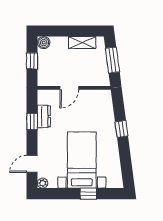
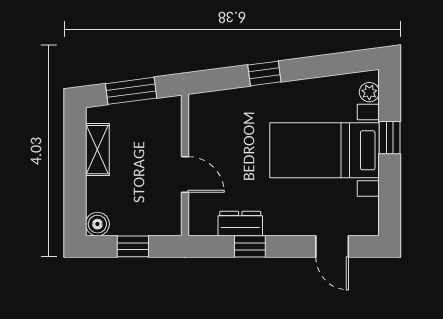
plant: (43, 183) -> (369, 92), moved

